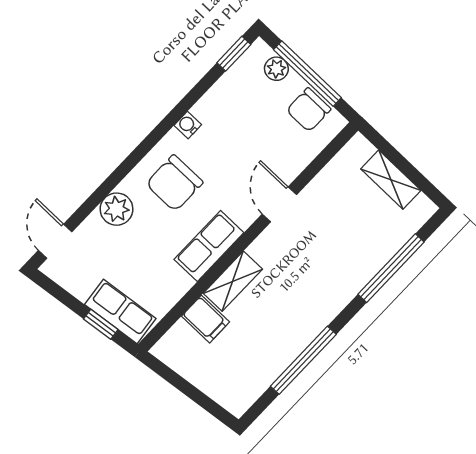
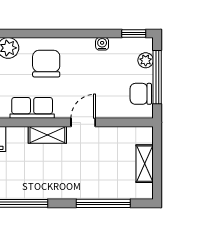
water cooler: (188, 125) -> (102, 44), moved
chair: (174, 183) -> (46, 64), turned 90
shelving: (233, 281) -> (47, 135), moved

